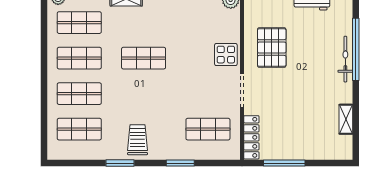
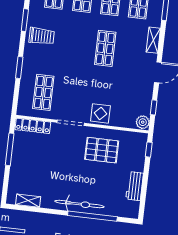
bicycle: (345, 59) -> (79, 204), width x1.37, depth x1.40
shelving: (346, 119) -> (28, 201), moved

